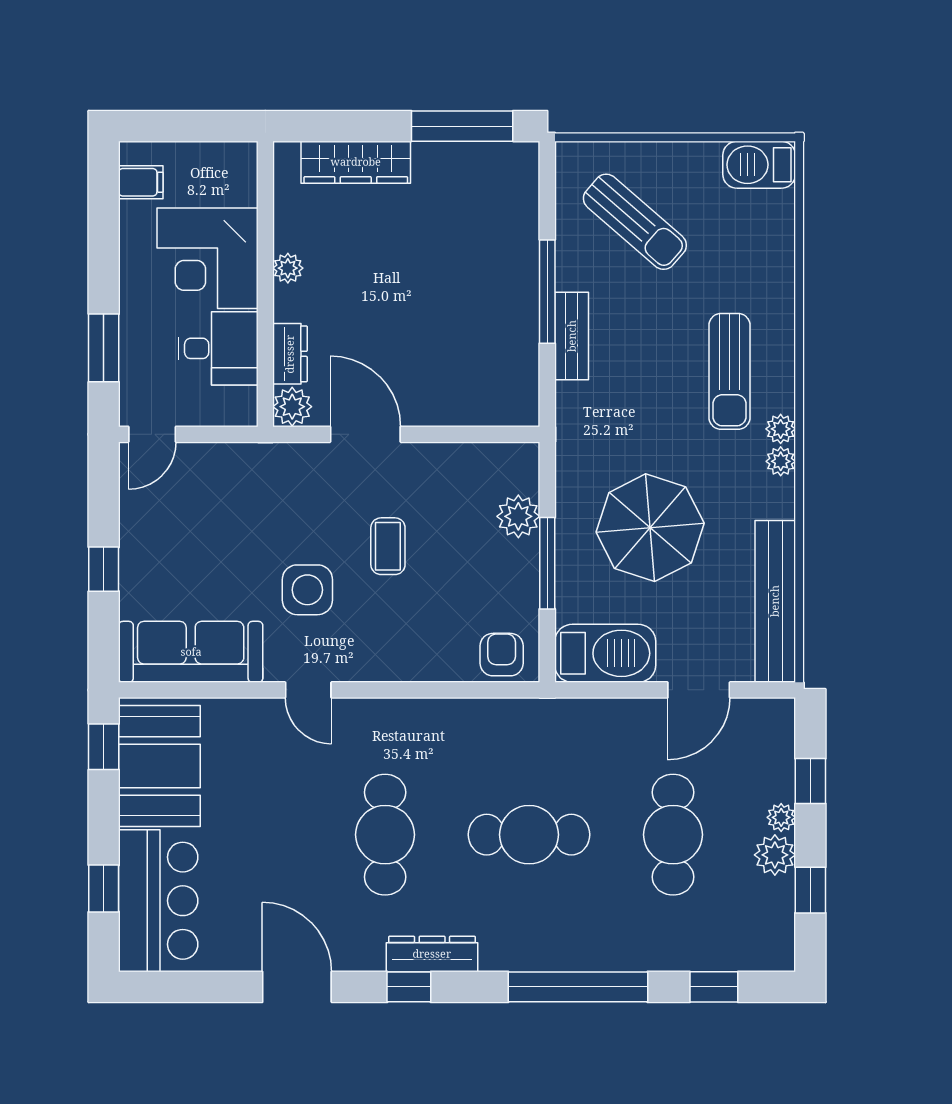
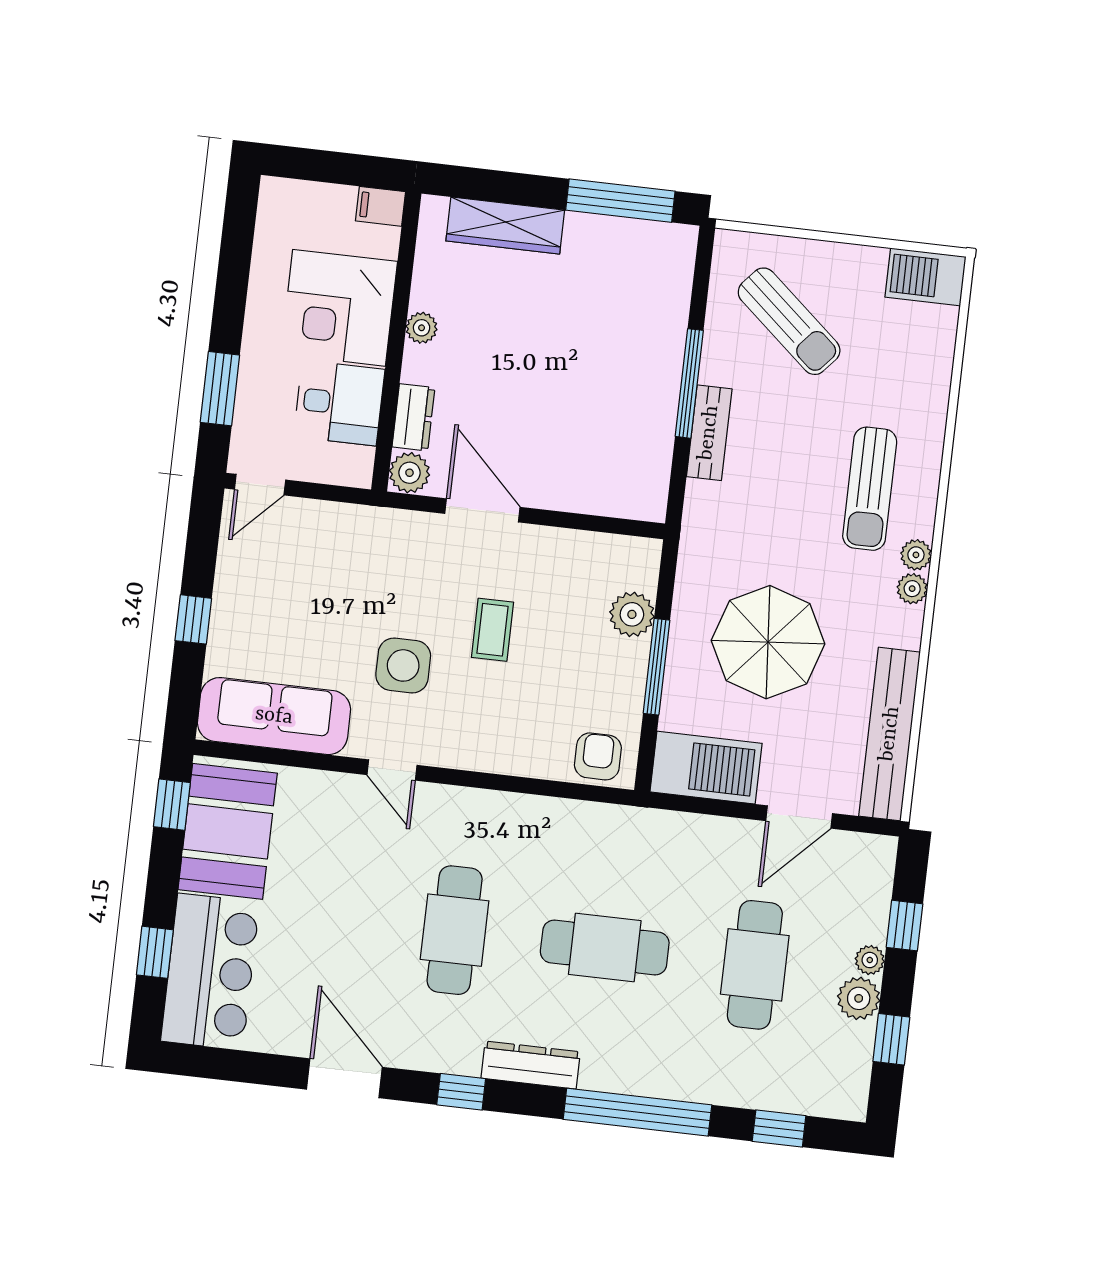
filing cabinet: (141, 182) -> (381, 206), moved, turned 180
dresser: (432, 954) -> (531, 1065), moved

